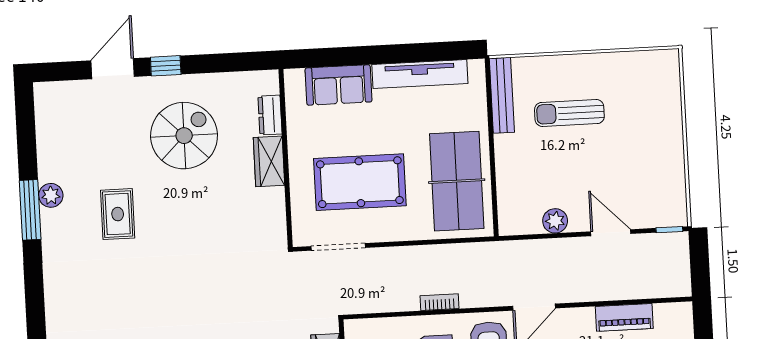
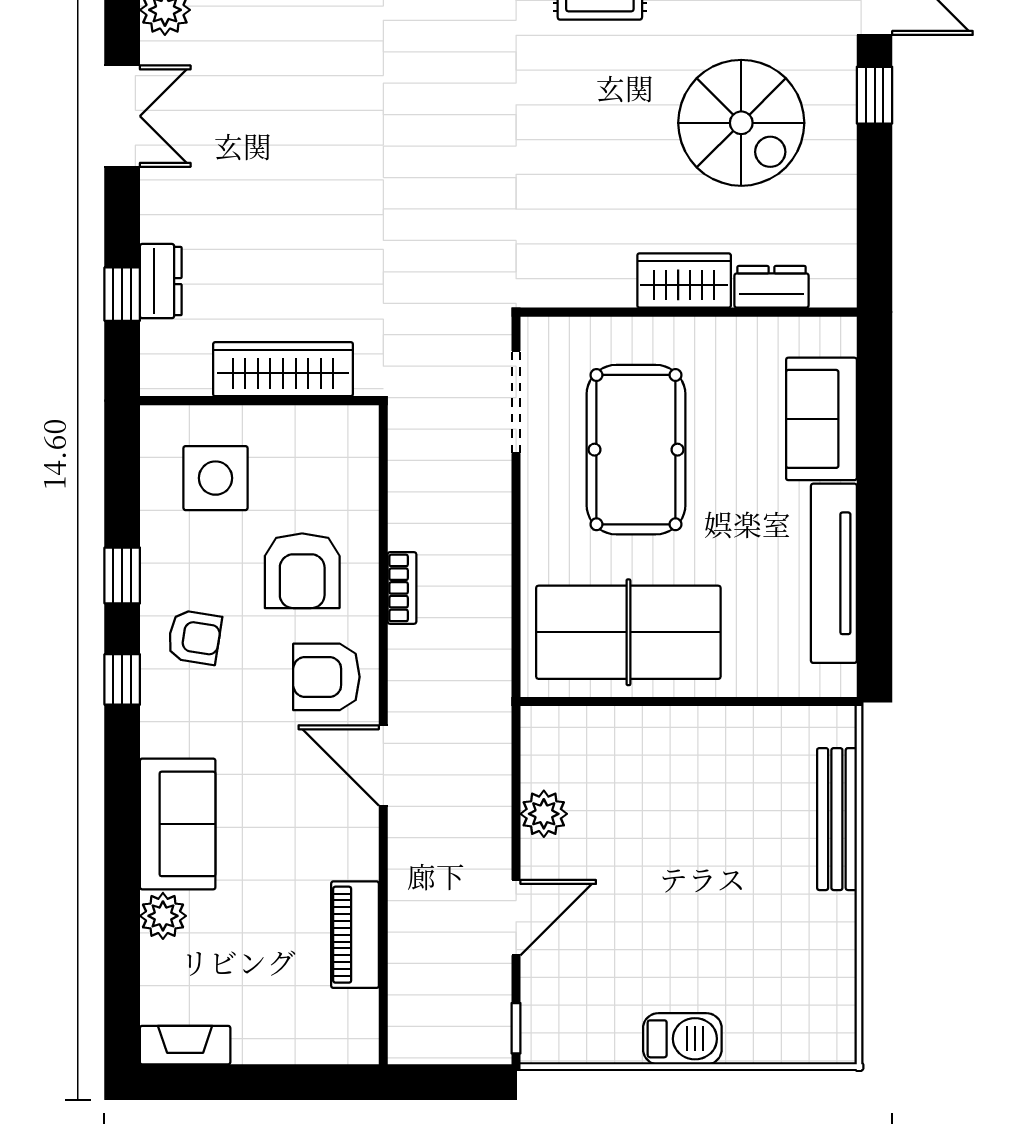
bench: (502, 95) -> (837, 819), moved, turned 90
sun lounger: (569, 113) -> (746, 851), removed
barbecue: (670, 141) -> (682, 1039), added

